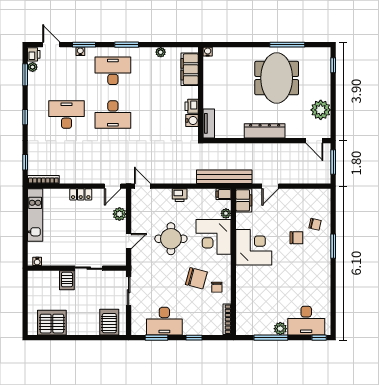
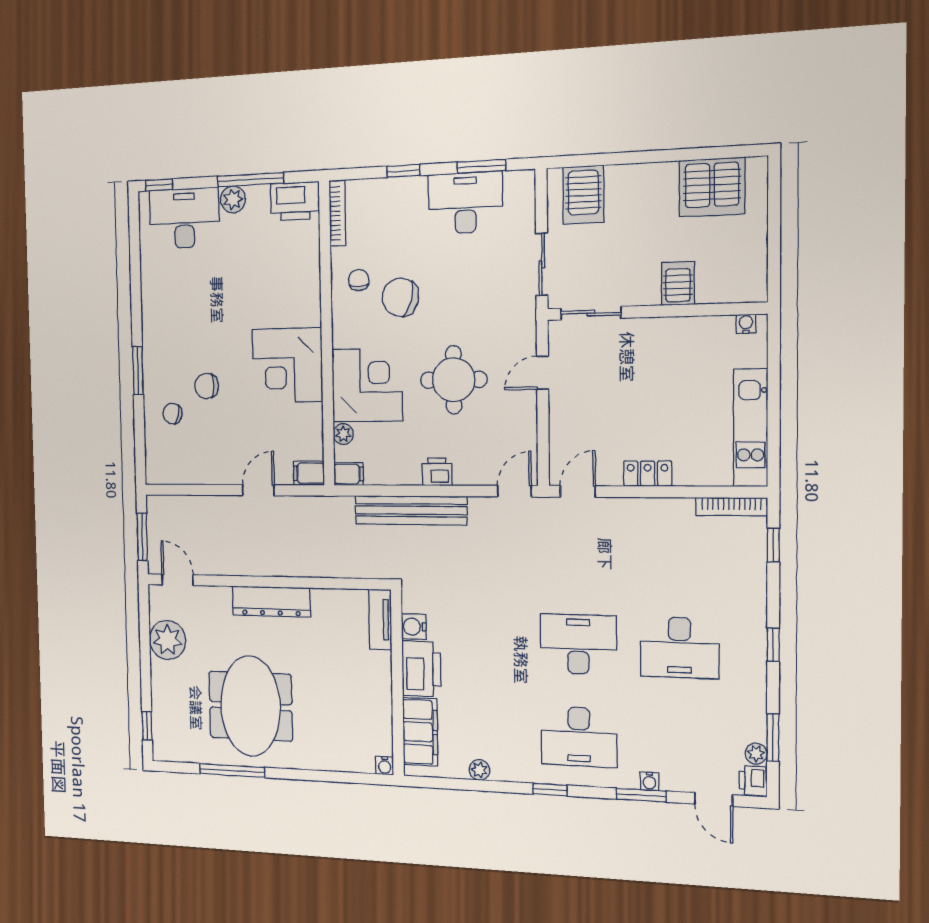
window: (127, 45) -> (550, 790), width x0.67
printer: (192, 106) -> (421, 669), width x1.87, depth x1.48
bench: (224, 177) -> (411, 510), moved
door: (142, 186) -> (514, 491), swing flipped
filing cabinet: (244, 200) -> (309, 473), width x0.50
plant: (119, 214) -> (563, 431), removed
sliding door: (89, 268) -> (591, 313), moved
printer: (248, 326) -> (295, 201), added

